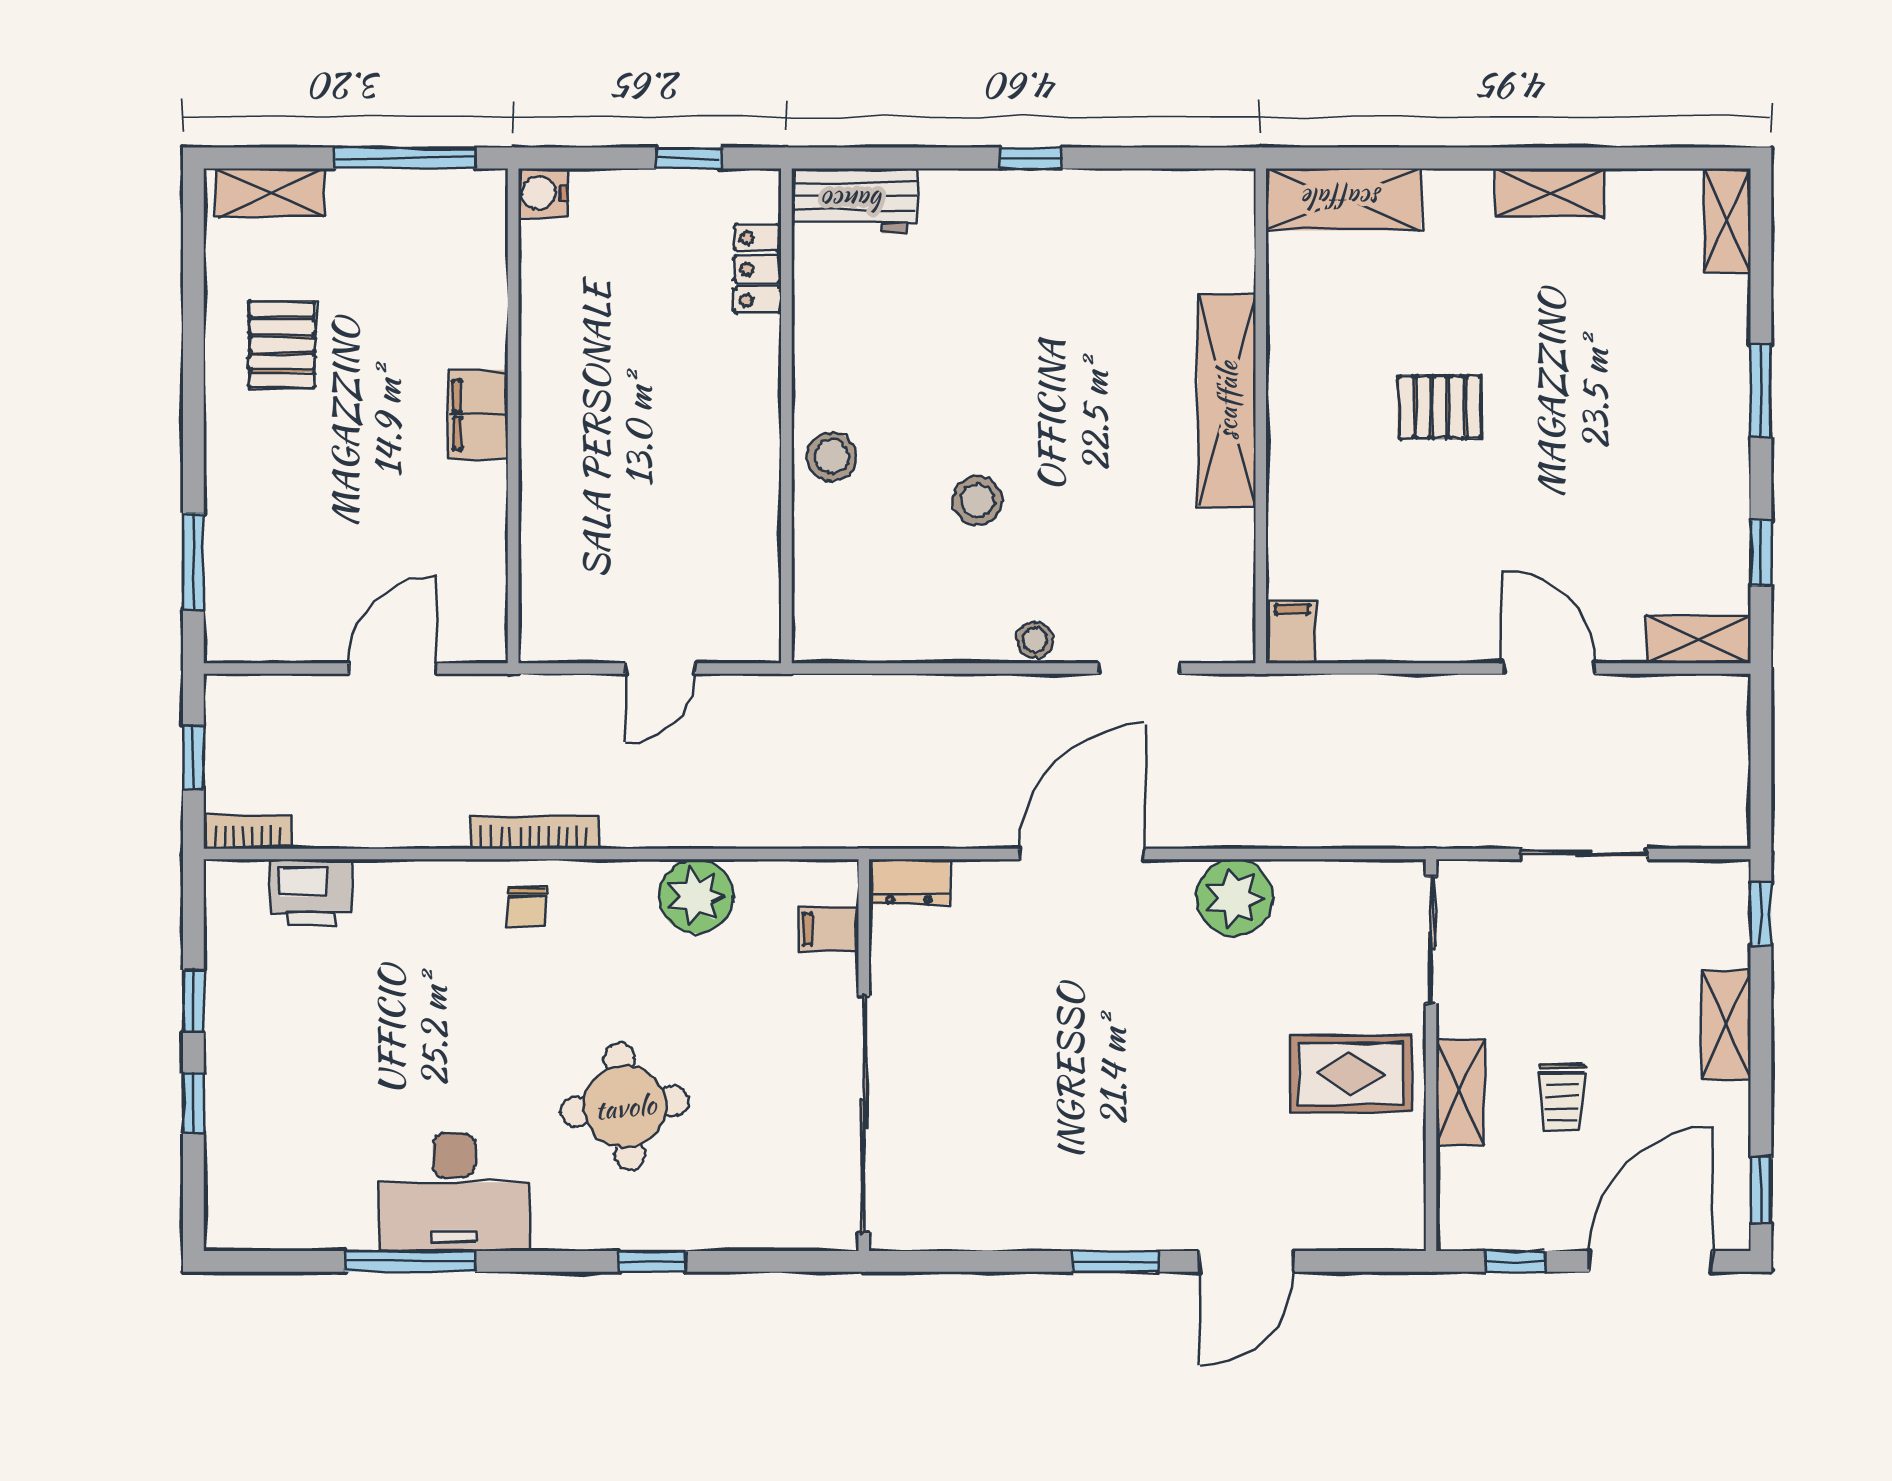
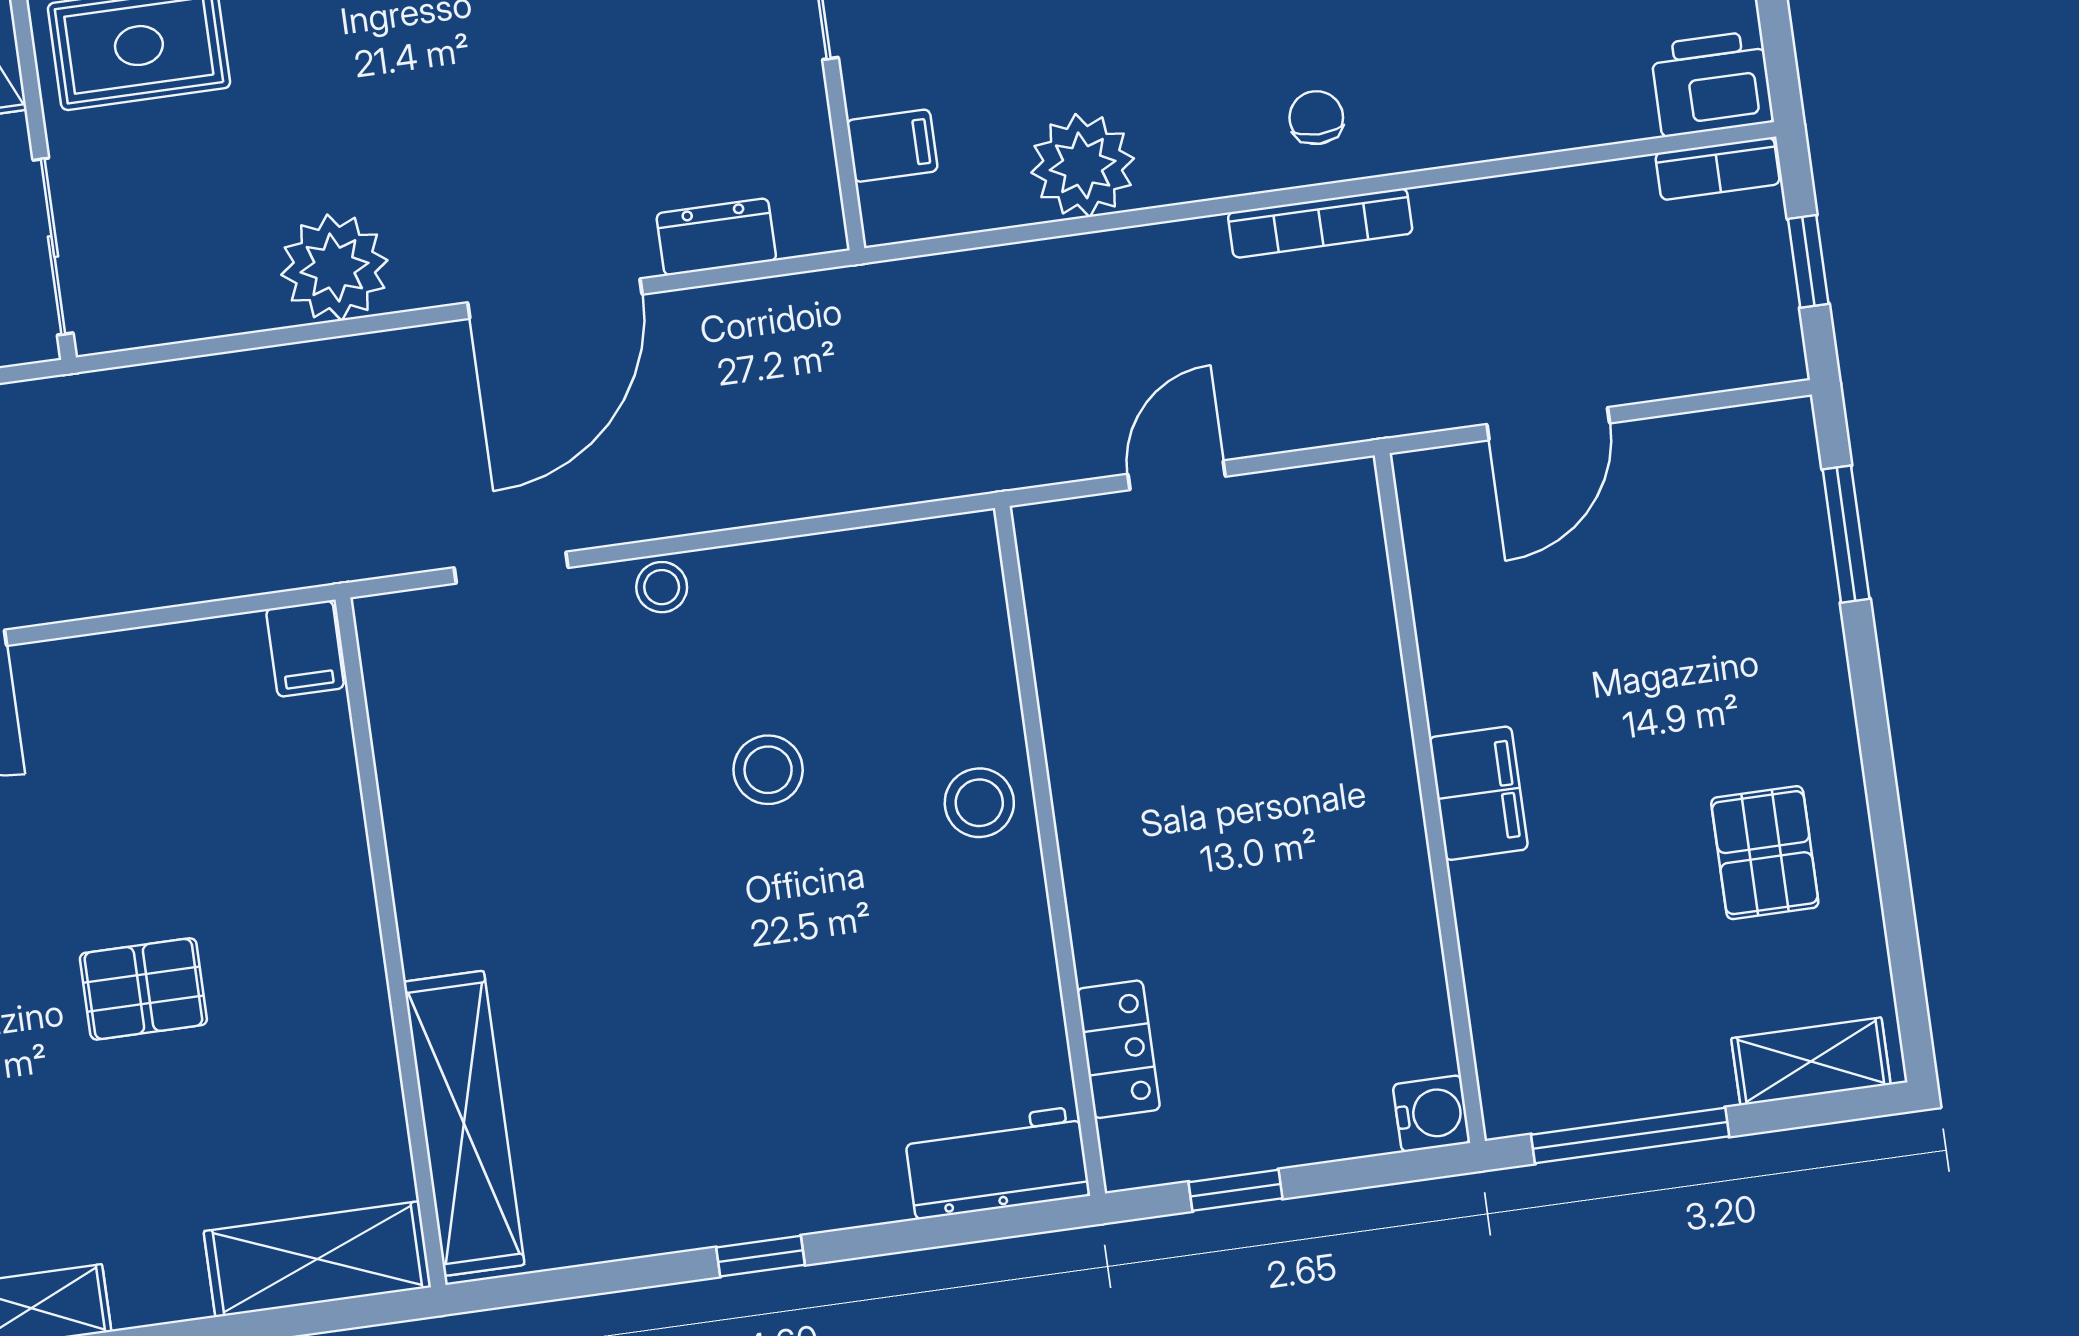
shelving: (1227, 401) -> (464, 1123), moved
dresser: (909, 882) -> (716, 237), moved
printer: (311, 893) -> (1712, 84), moved

